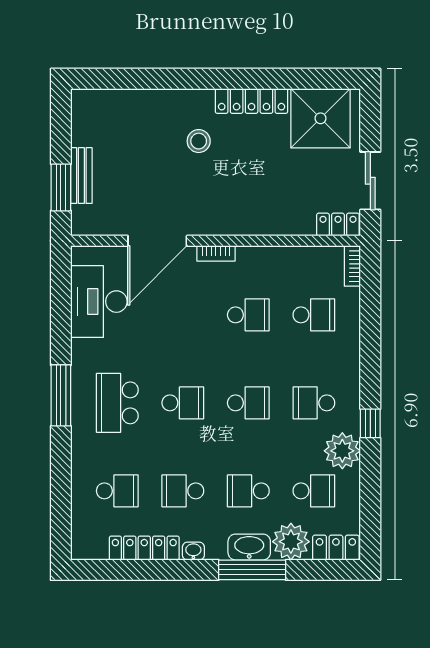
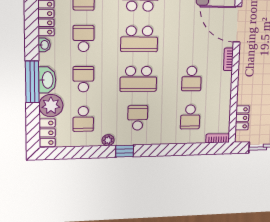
locker: (338, 225) -> (242, 118), moved
school desk: (183, 403) -> (139, 39), width x1.85
school desk: (248, 403) -> (138, 79), width x1.85
plant: (342, 451) -> (108, 140), width x0.53, depth x0.53

